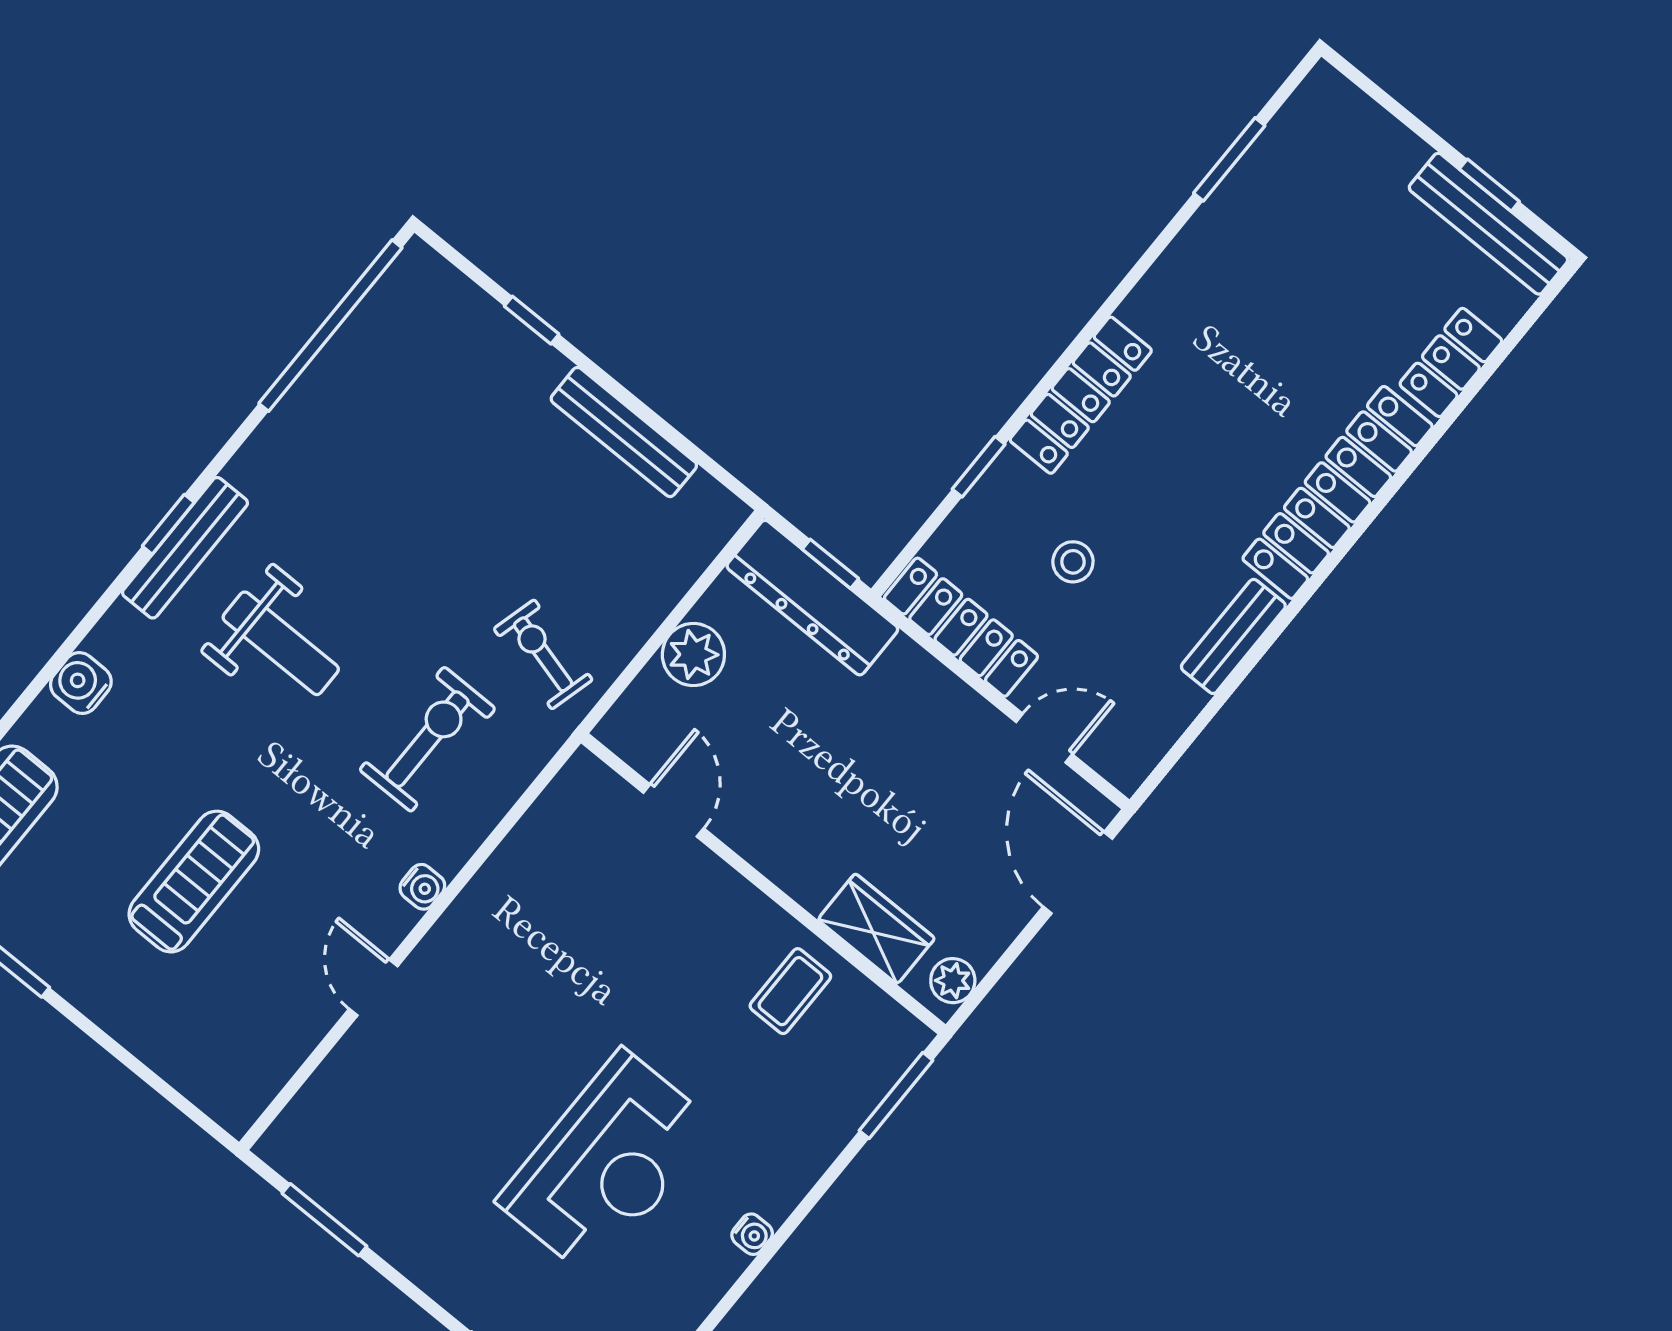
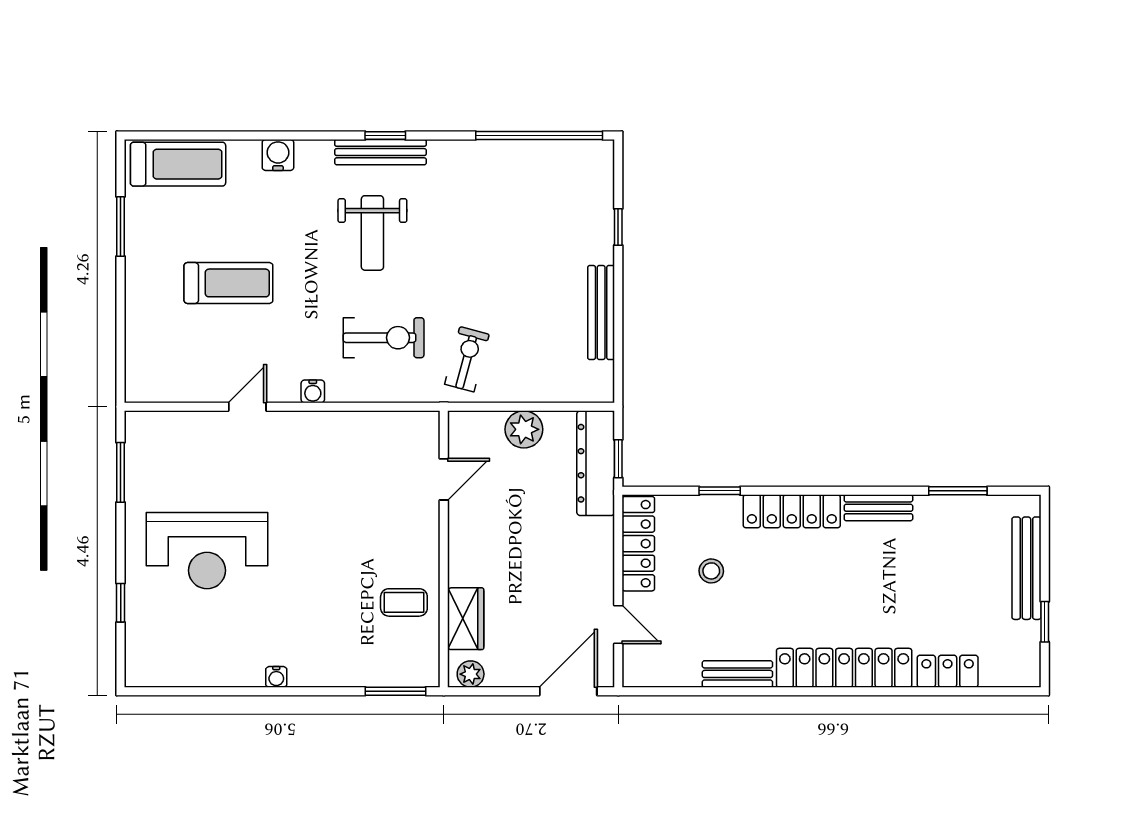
bench: (1488, 224) -> (1026, 568), moved
bench: (1167, 280) -> (878, 508), added
reception desk: (607, 1163) -> (207, 551), moved

